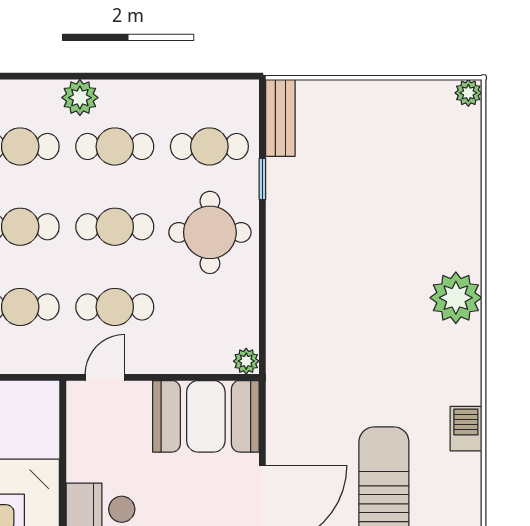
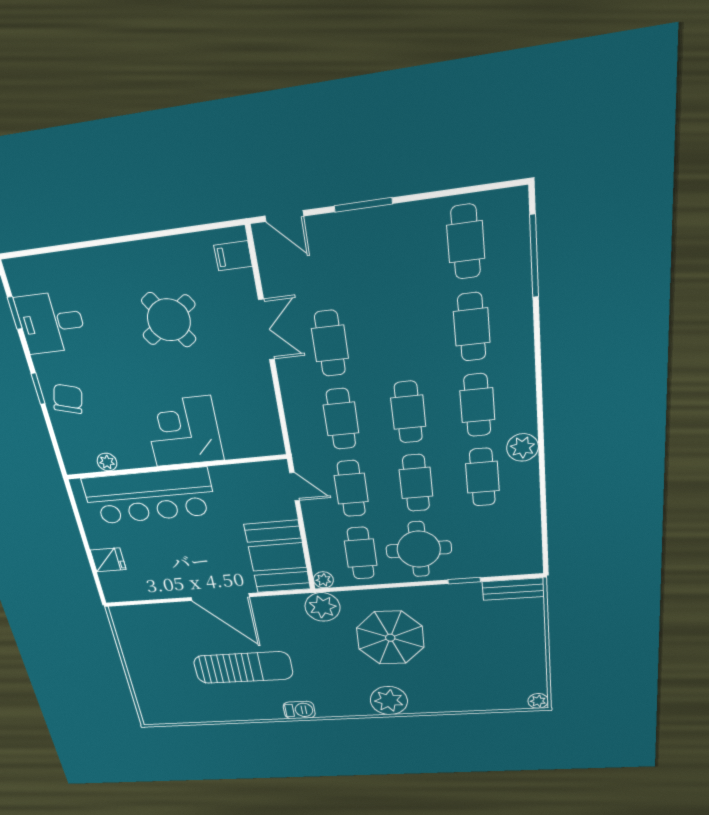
cafe table: (209, 146) -> (361, 553), moved
parasol: (347, 284) -> (390, 638), added
plant: (289, 369) -> (322, 607), added

